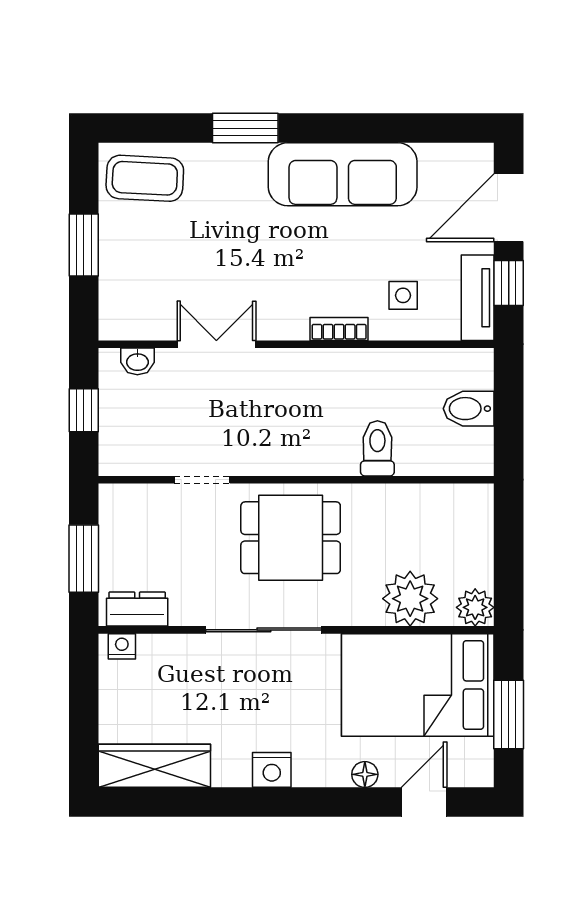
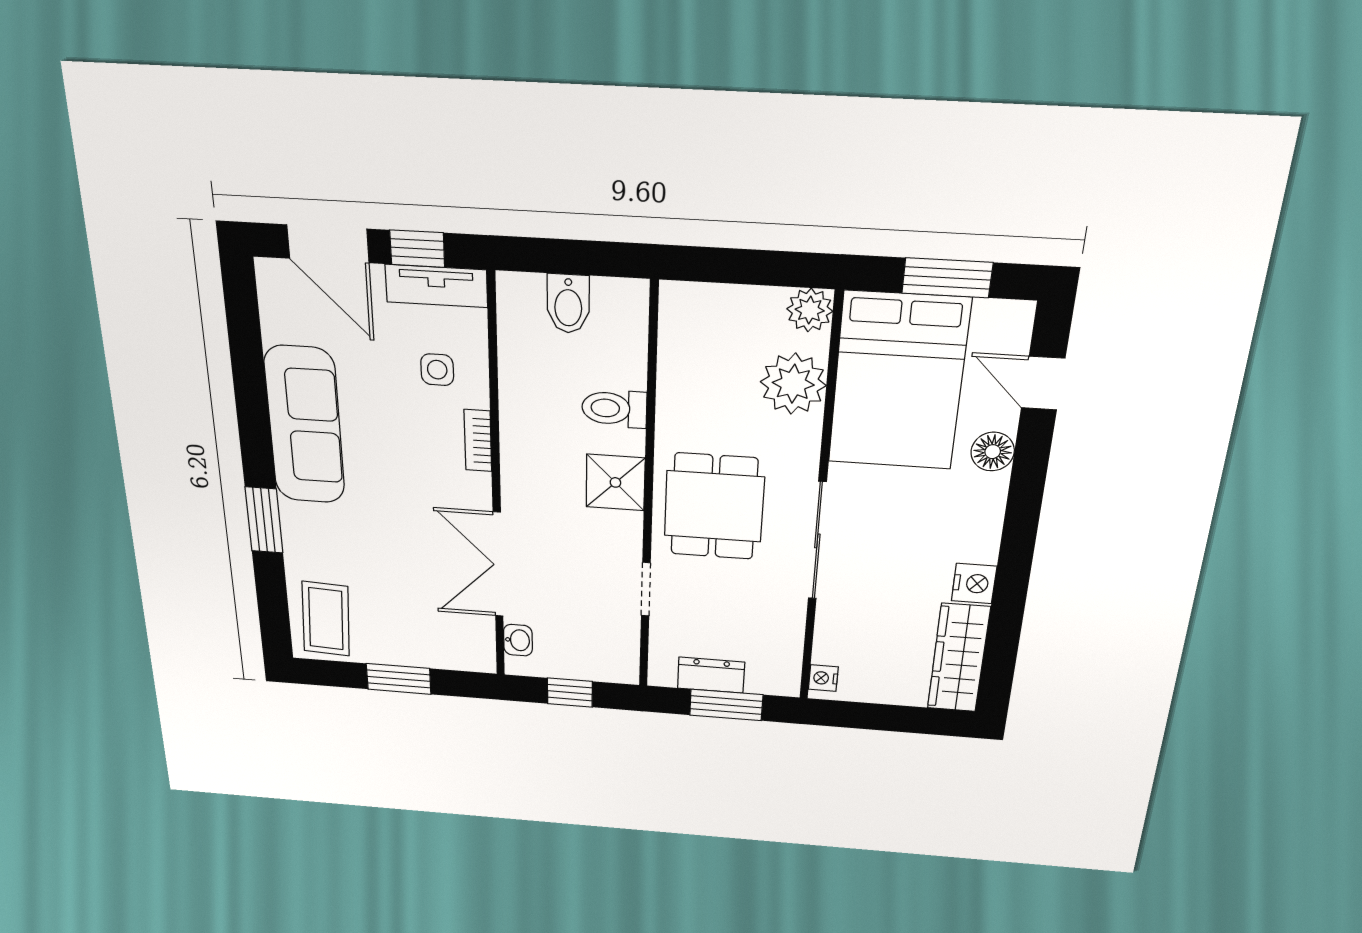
double door: (216, 344) -> (498, 565), width x1.37
shower: (307, 450) -> (615, 482), added
dresser: (137, 609) -> (711, 675), moved, turned 90
nightstand: (272, 770) -> (974, 583), moved
floor lamp: (365, 774) -> (993, 452), width x1.37, depth x1.37

